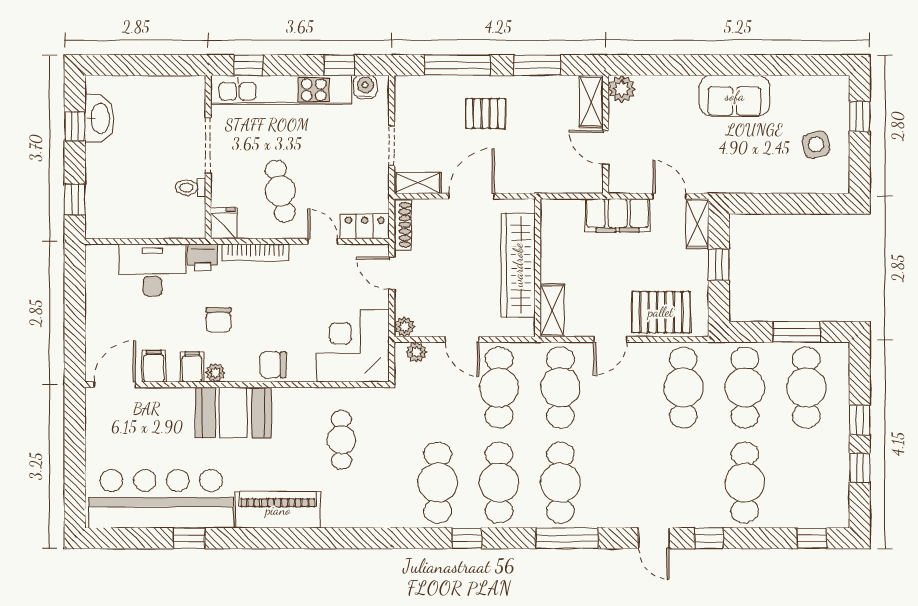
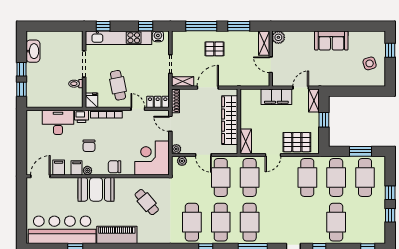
window: (75, 126) -> (21, 69), moved
door: (669, 196) -> (301, 88), hinge flipped
cafe table: (341, 440) -> (147, 202), turned -40

